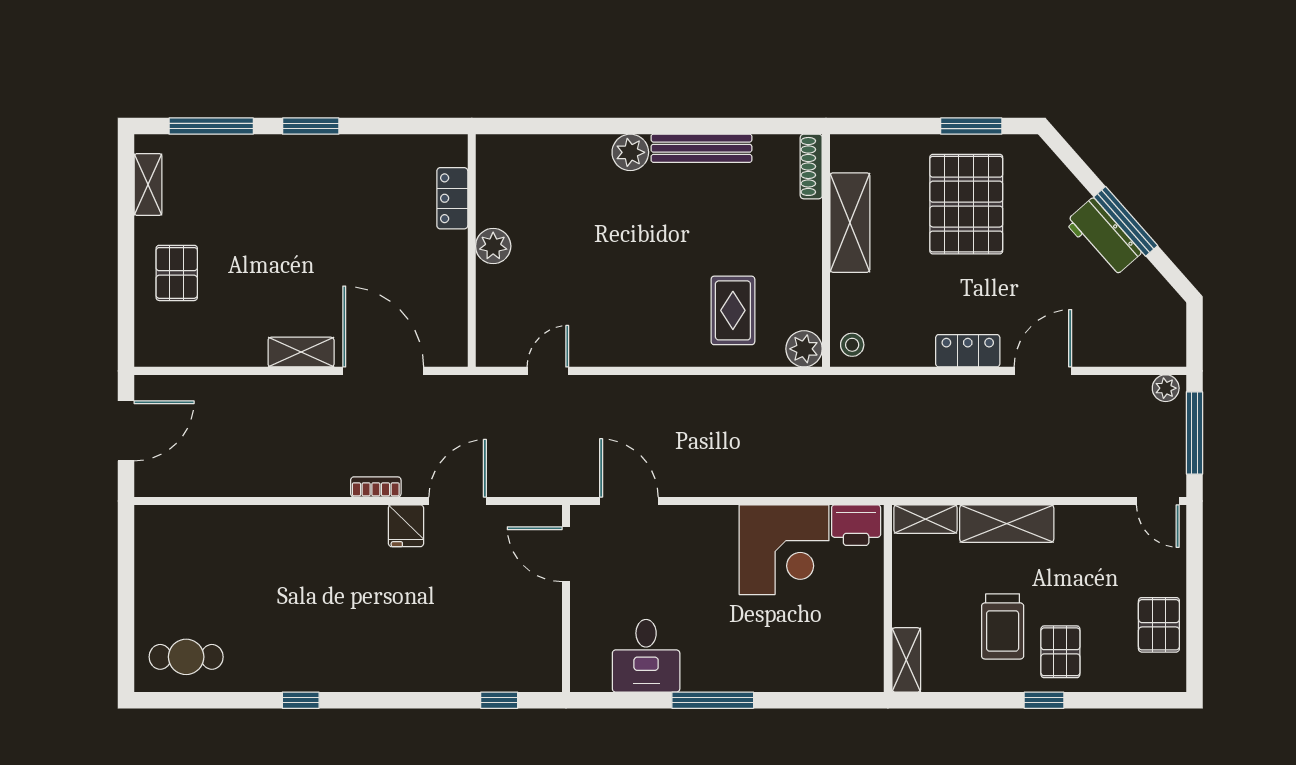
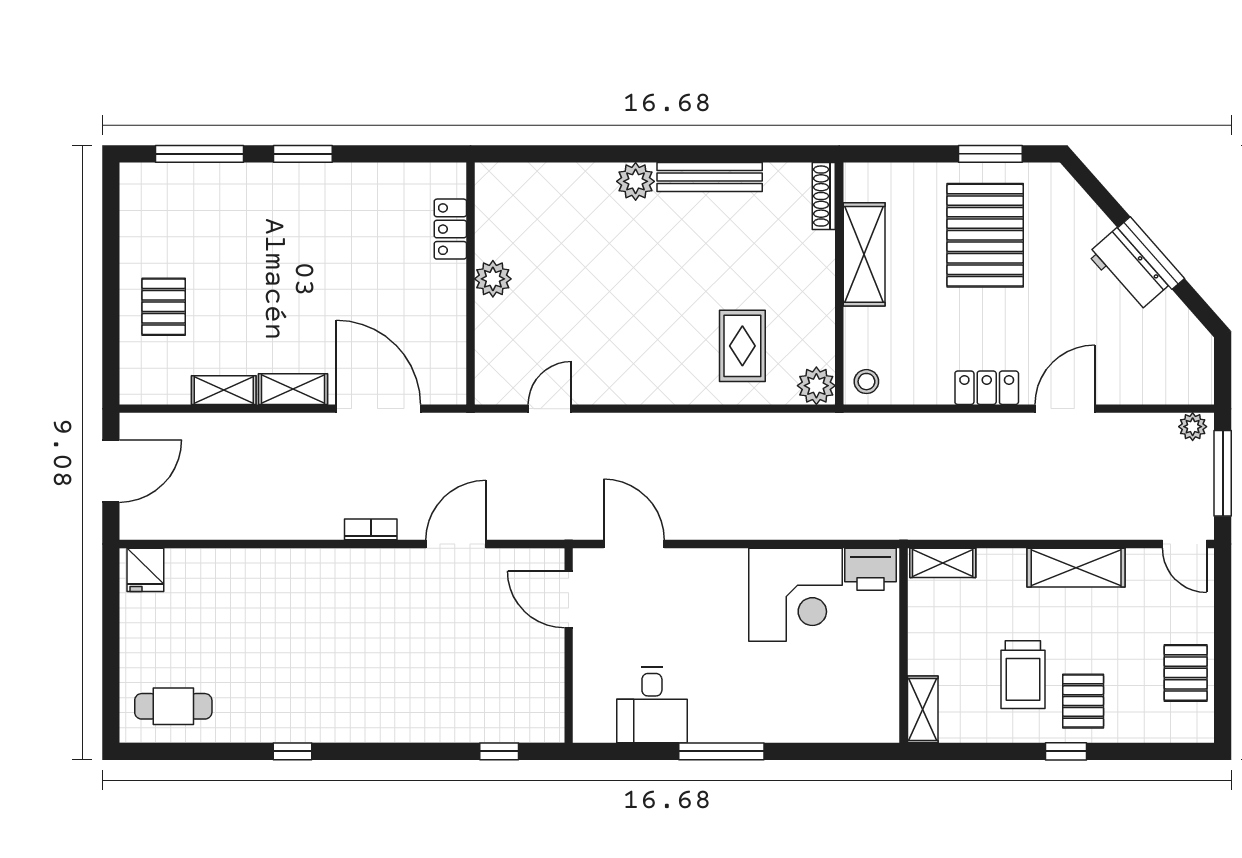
shelving: (148, 184) -> (224, 390), moved, turned 90
shelving: (1007, 524) -> (1076, 568), moved
fridge: (406, 526) -> (145, 570), moved

